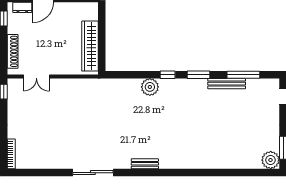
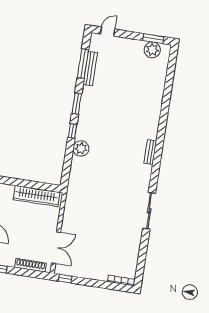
double door: (36, 76) -> (56, 248), width x1.37
bench: (227, 84) -> (90, 69), moved
plant: (271, 160) -> (152, 50), moved
bench: (145, 164) -> (150, 152), moved

